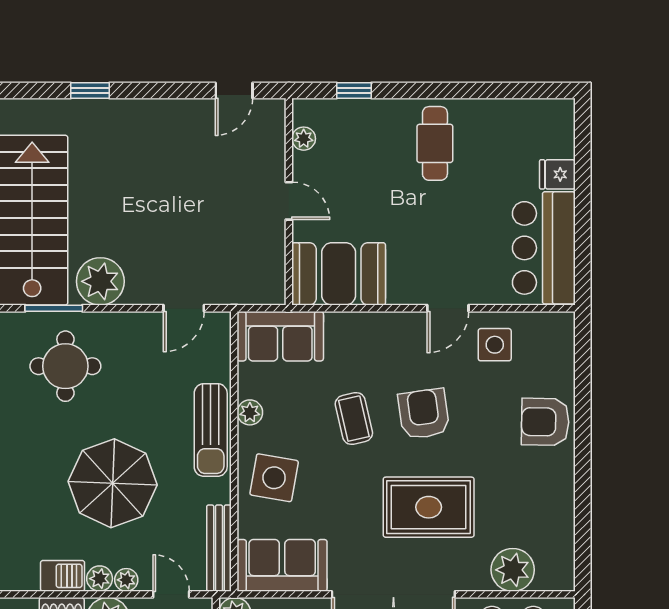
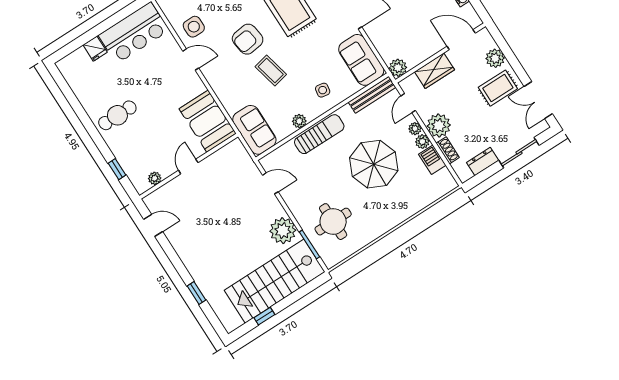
coffee table: (354, 418) -> (271, 71), turned 90
side table: (274, 478) -> (323, 90), width x0.54, depth x0.54

